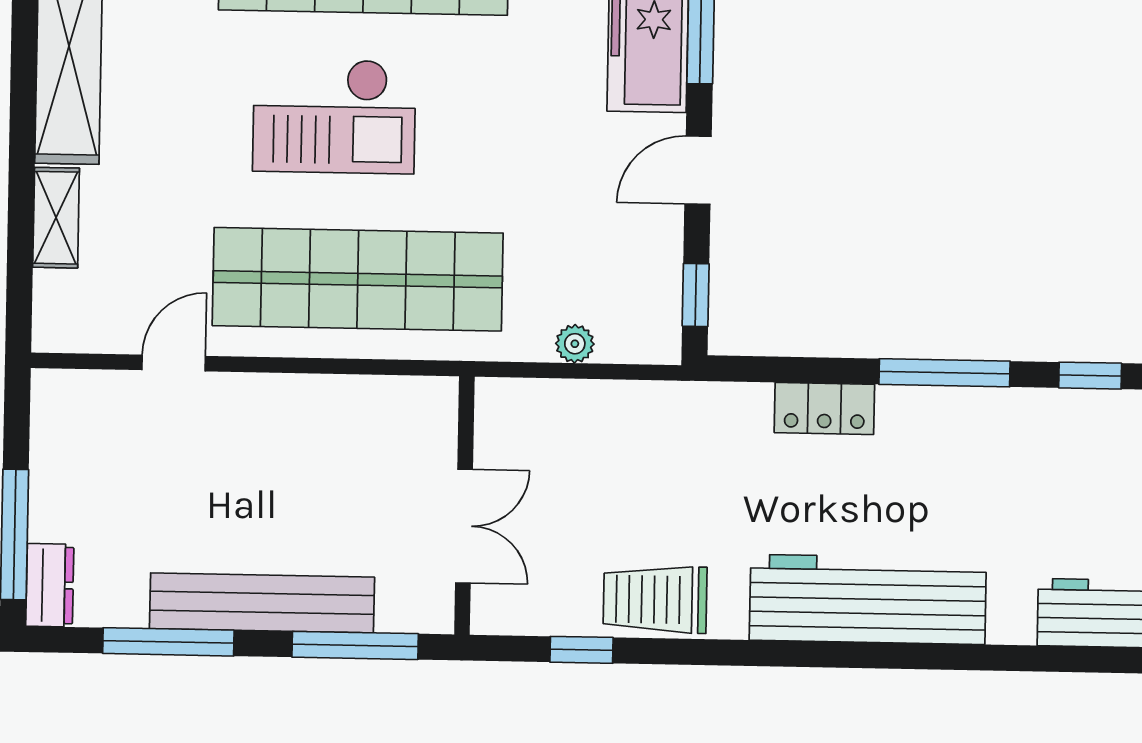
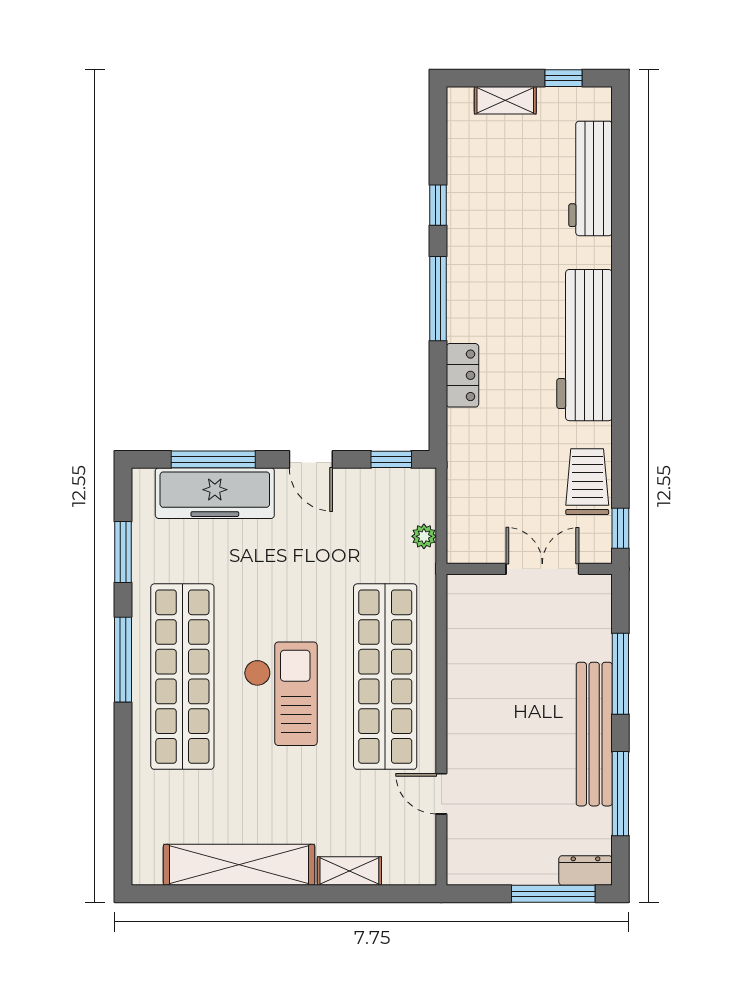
wall: (464, 506) -> (529, 569), moved
double door: (464, 526) -> (542, 569), moved
trolley: (655, 599) -> (587, 482), turned 180

